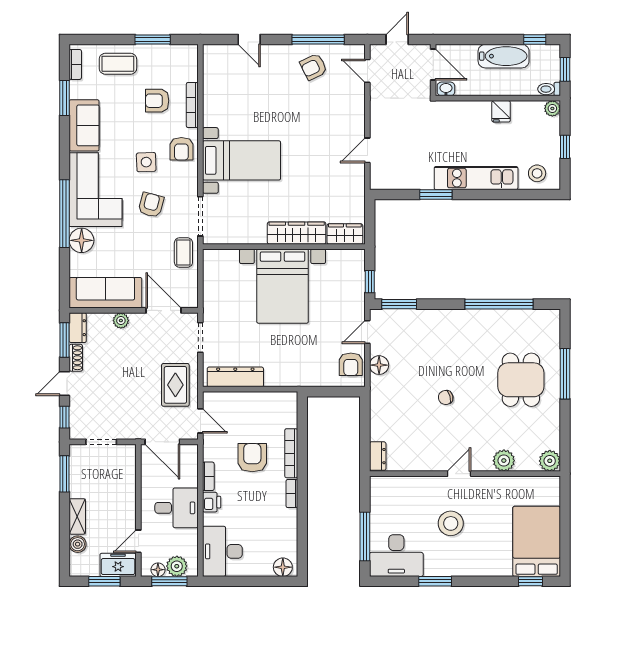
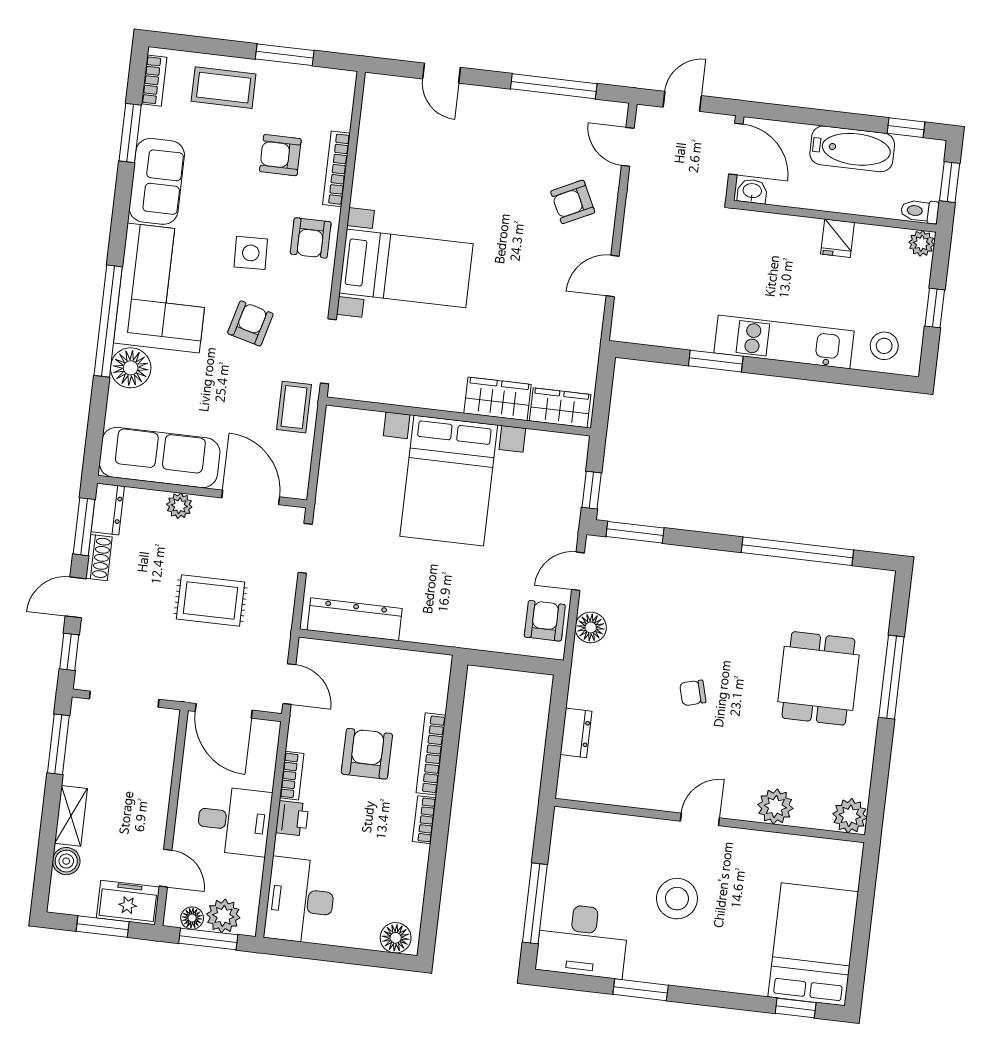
armchair: (313, 67) -> (573, 202), moved
wardrobe: (297, 233) -> (498, 399), width x0.67
armchair: (351, 364) -> (545, 621), turned 180
rug: (175, 385) -> (210, 601), moved, turned 90
doorway: (101, 442) -> (124, 699), width x1.38
dresser: (378, 456) -> (576, 733), moved
door: (138, 541) -> (166, 868), swing flipped

